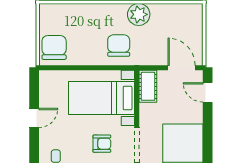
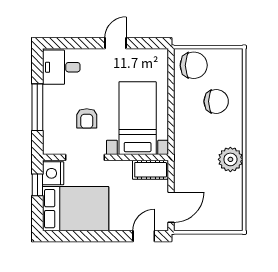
chair: (119, 46) -> (216, 101), moved
door: (34, 118) -> (115, 43), swing flipped

